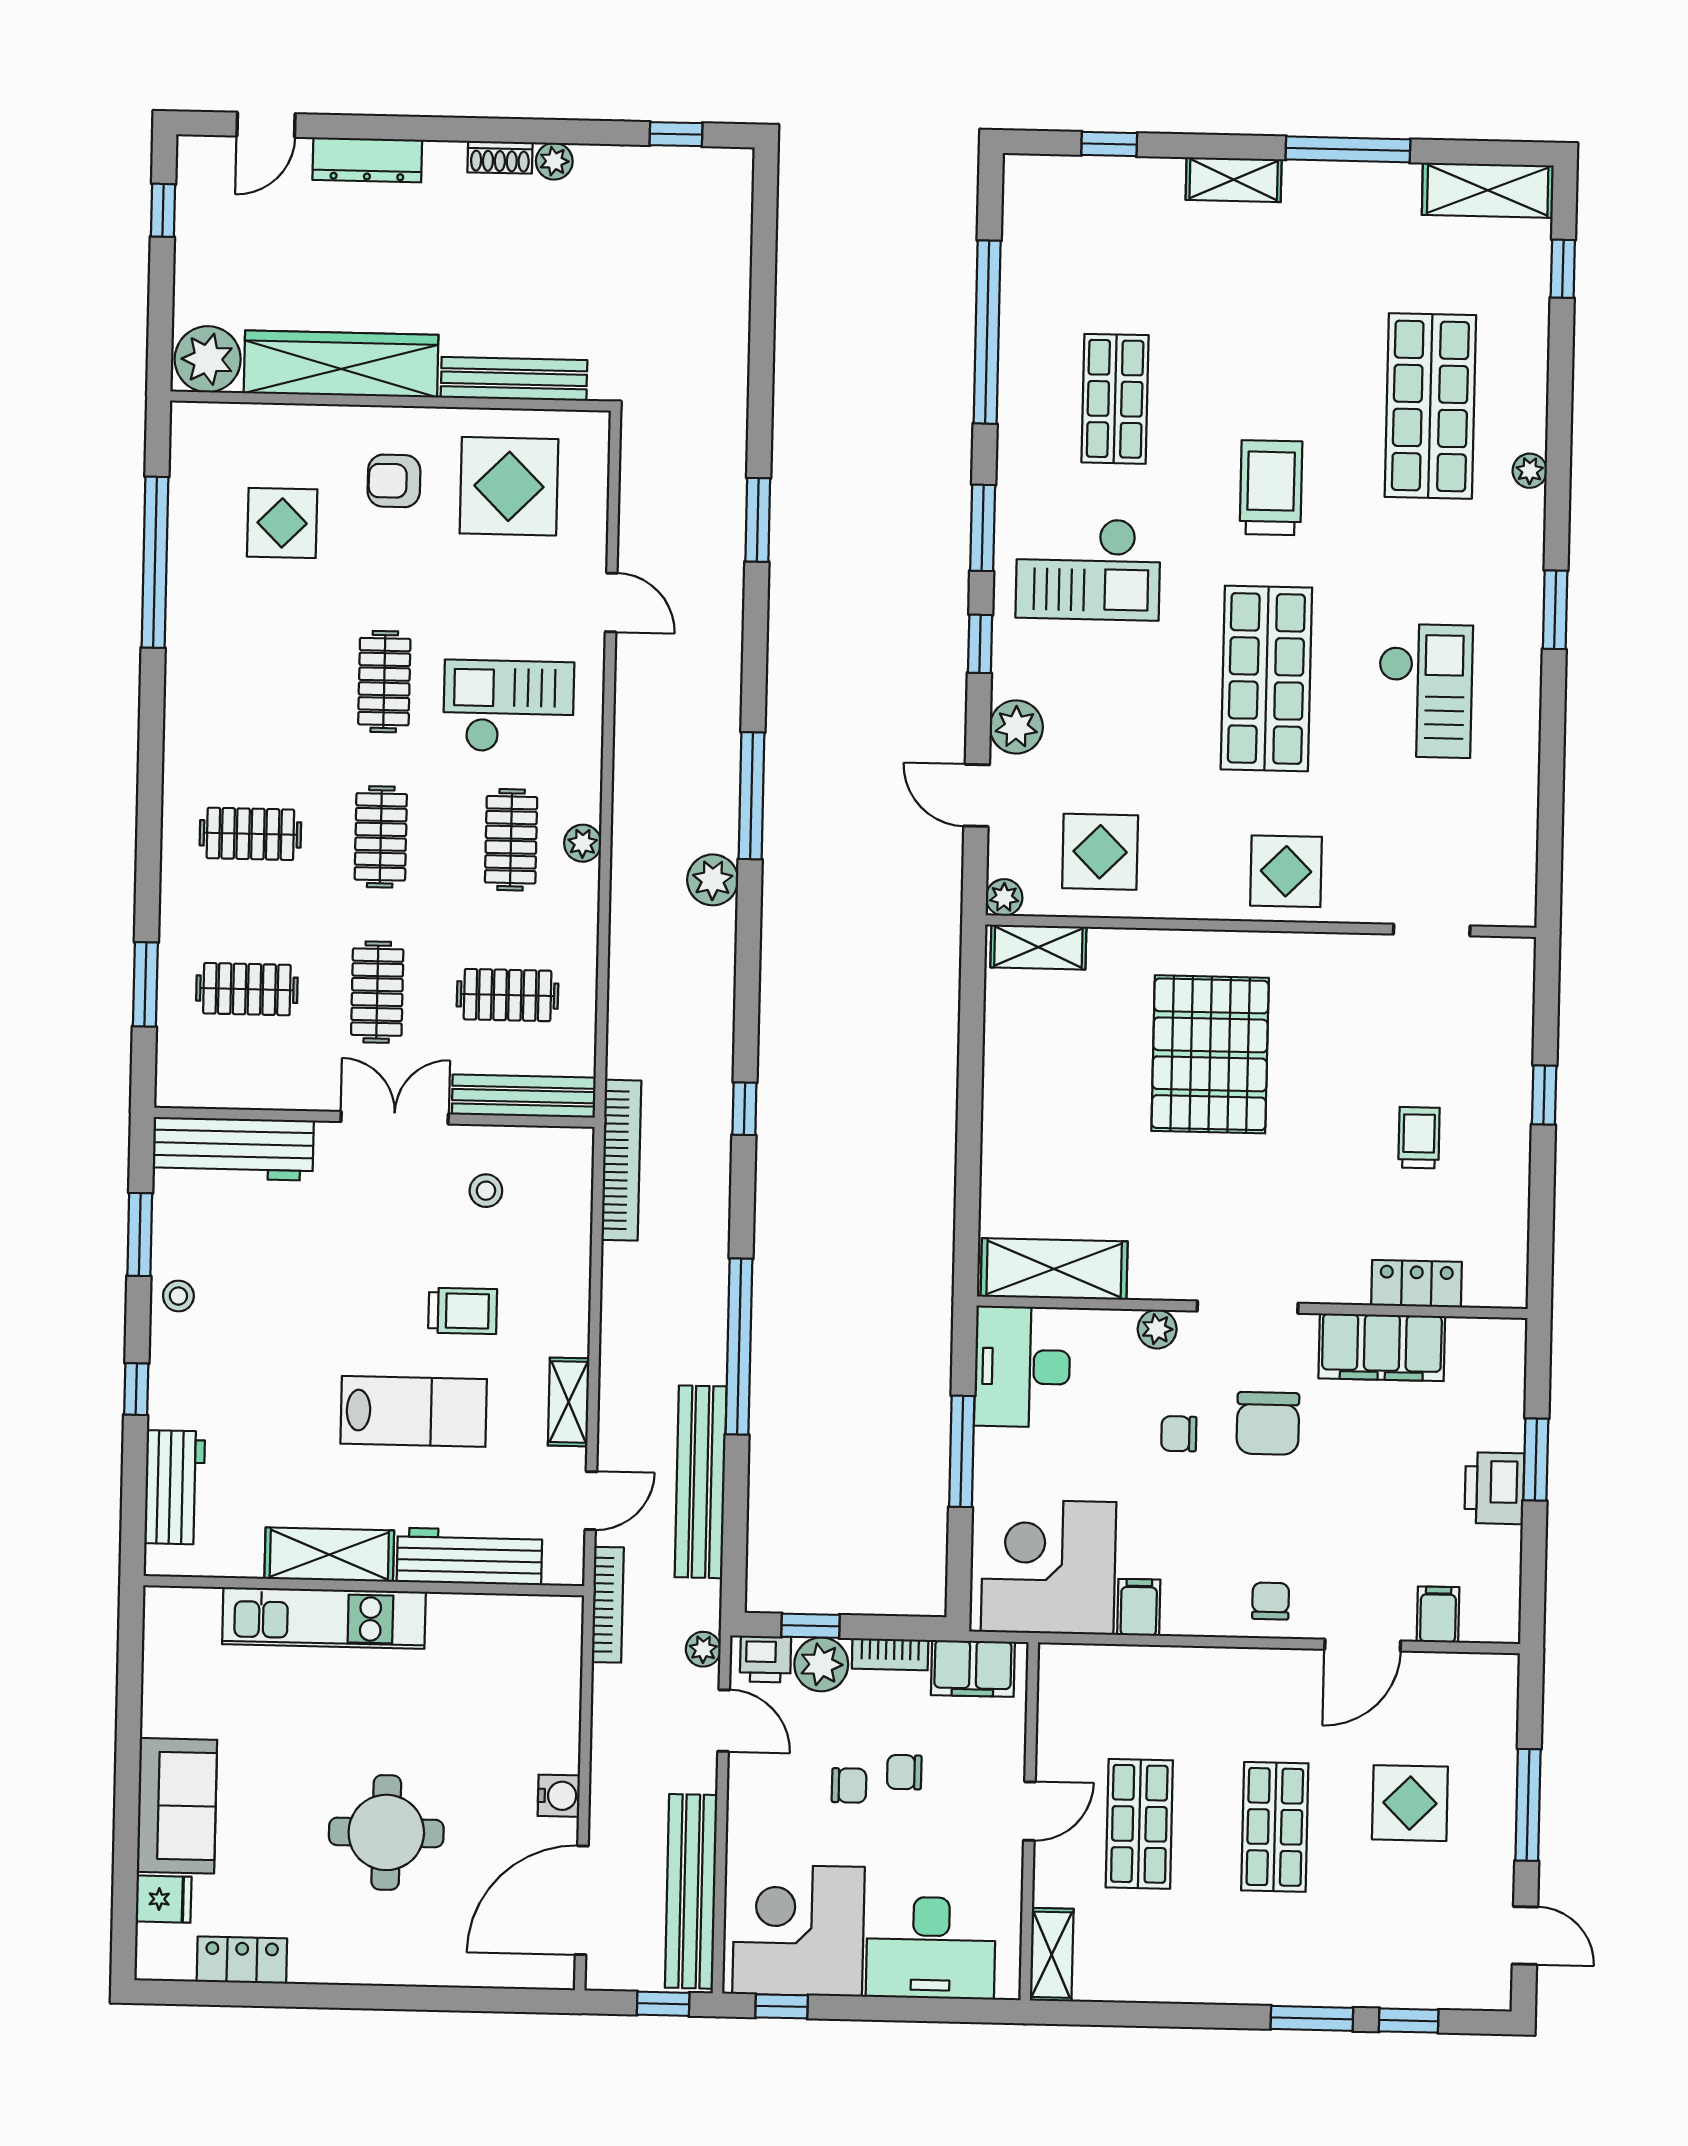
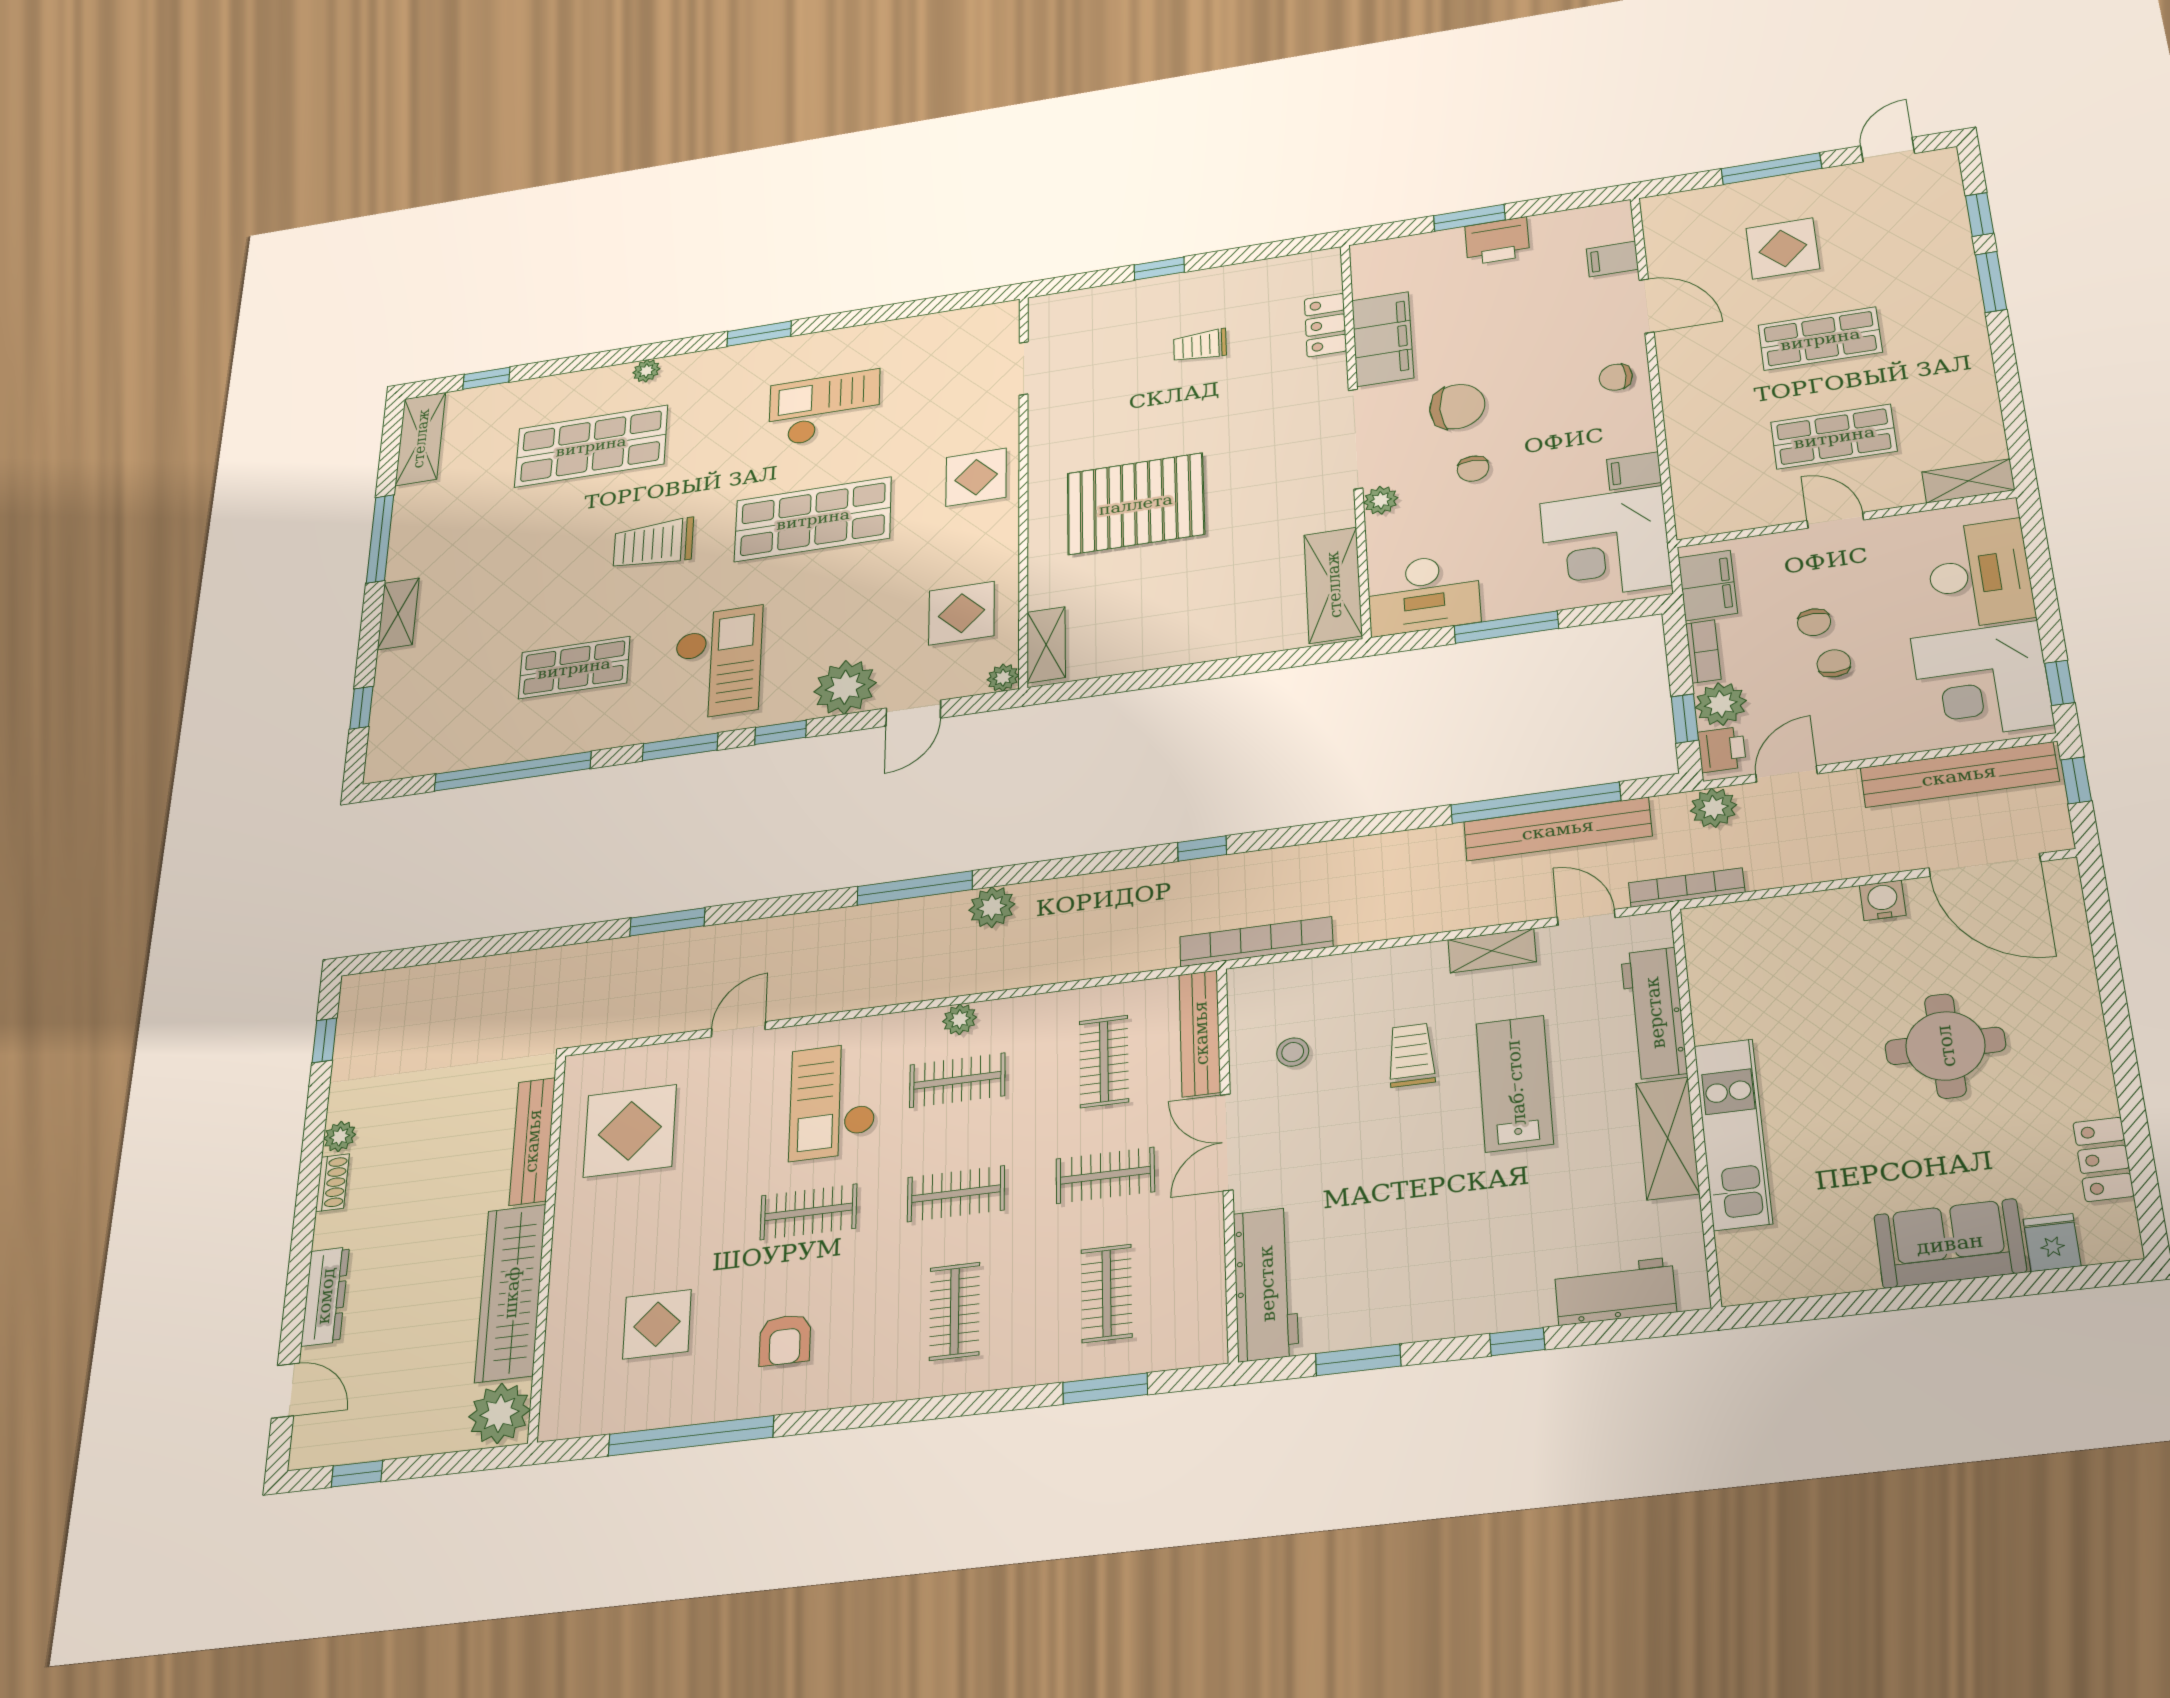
armchair: (394, 481) -> (785, 1340), moved
plant: (1016, 727) -> (845, 687), width x1.36, depth x1.36
stool: (178, 1296) -> (1418, 1315), removed
doorway: (1248, 1307) -> (1356, 439), width x1.36
window: (739, 1346) -> (1536, 803), moved
plant: (703, 1649) -> (1714, 808), width x1.38, depth x1.38

